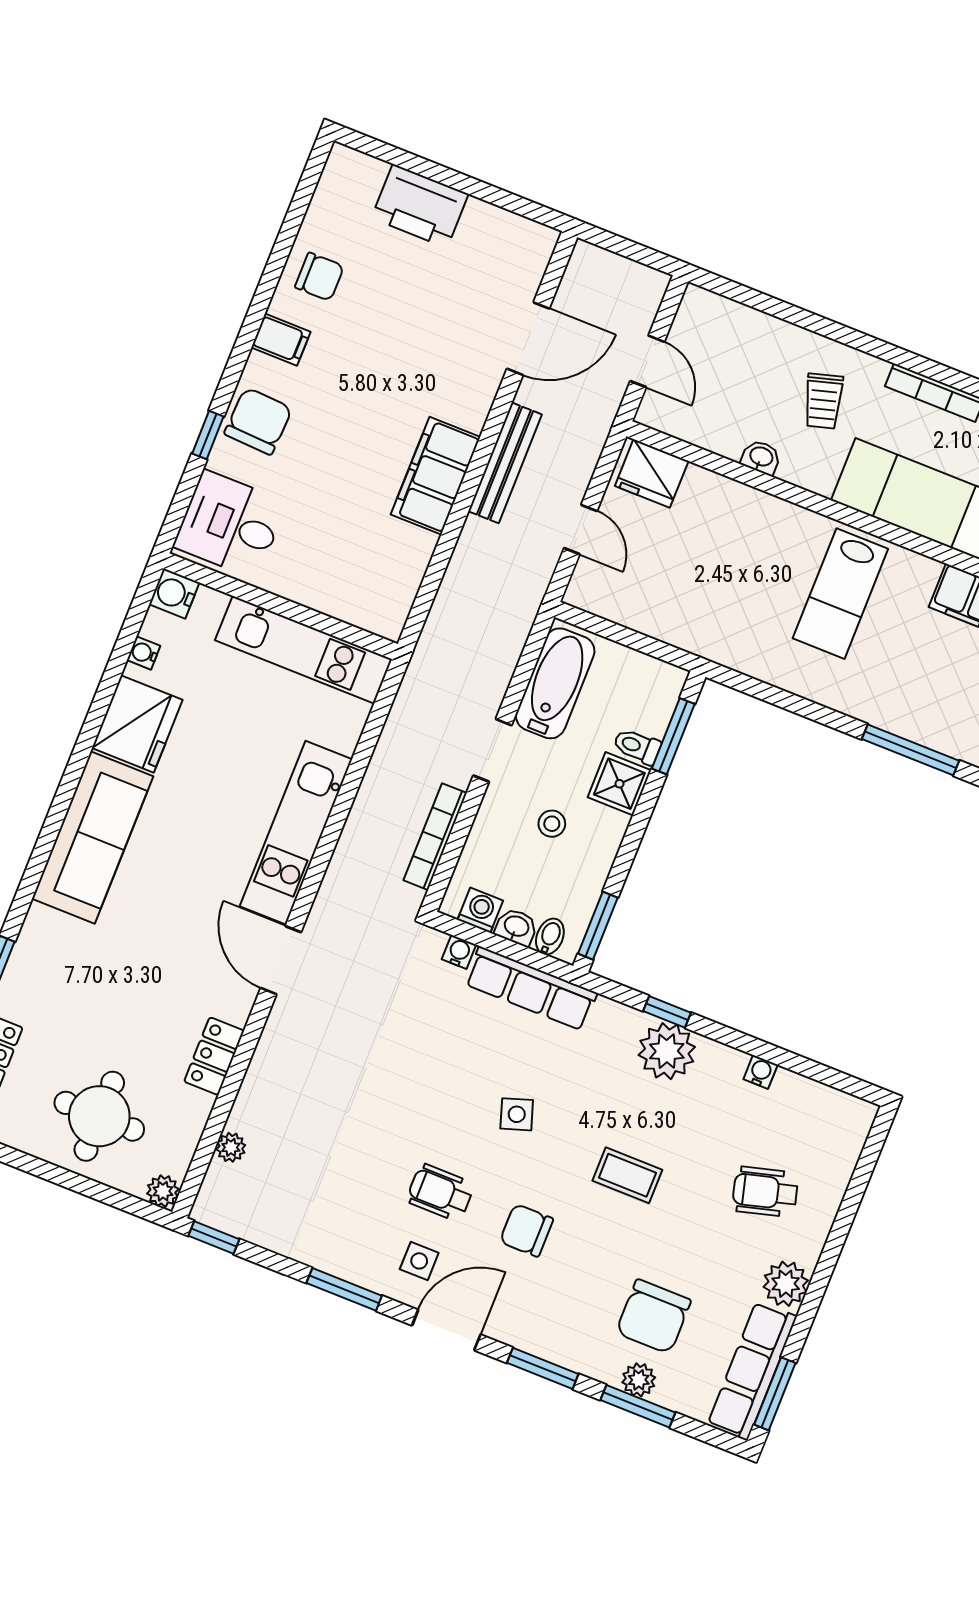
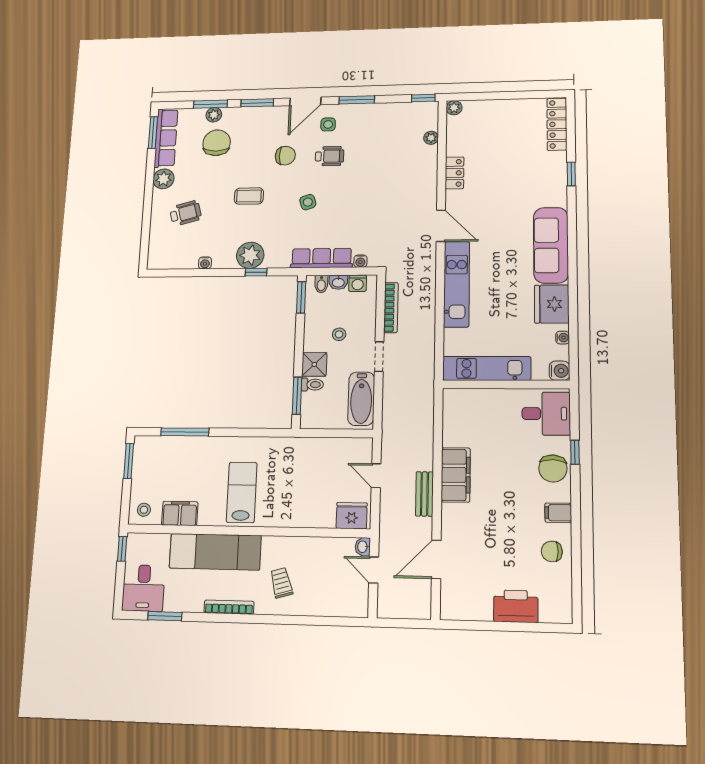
washbasin: (761, 457) -> (363, 547), moved, turned 90
bench: (505, 463) -> (424, 494), width x0.73
round table: (99, 1116) -> (496, 127), removed

